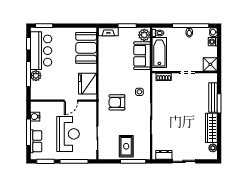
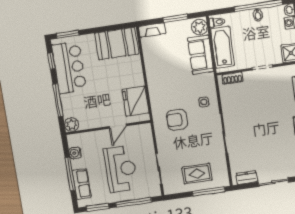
booth: (86, 48) -> (117, 44), moved, turned 90
plant: (36, 76) -> (72, 125), moved
rug: (126, 146) -> (197, 174), turned 90

